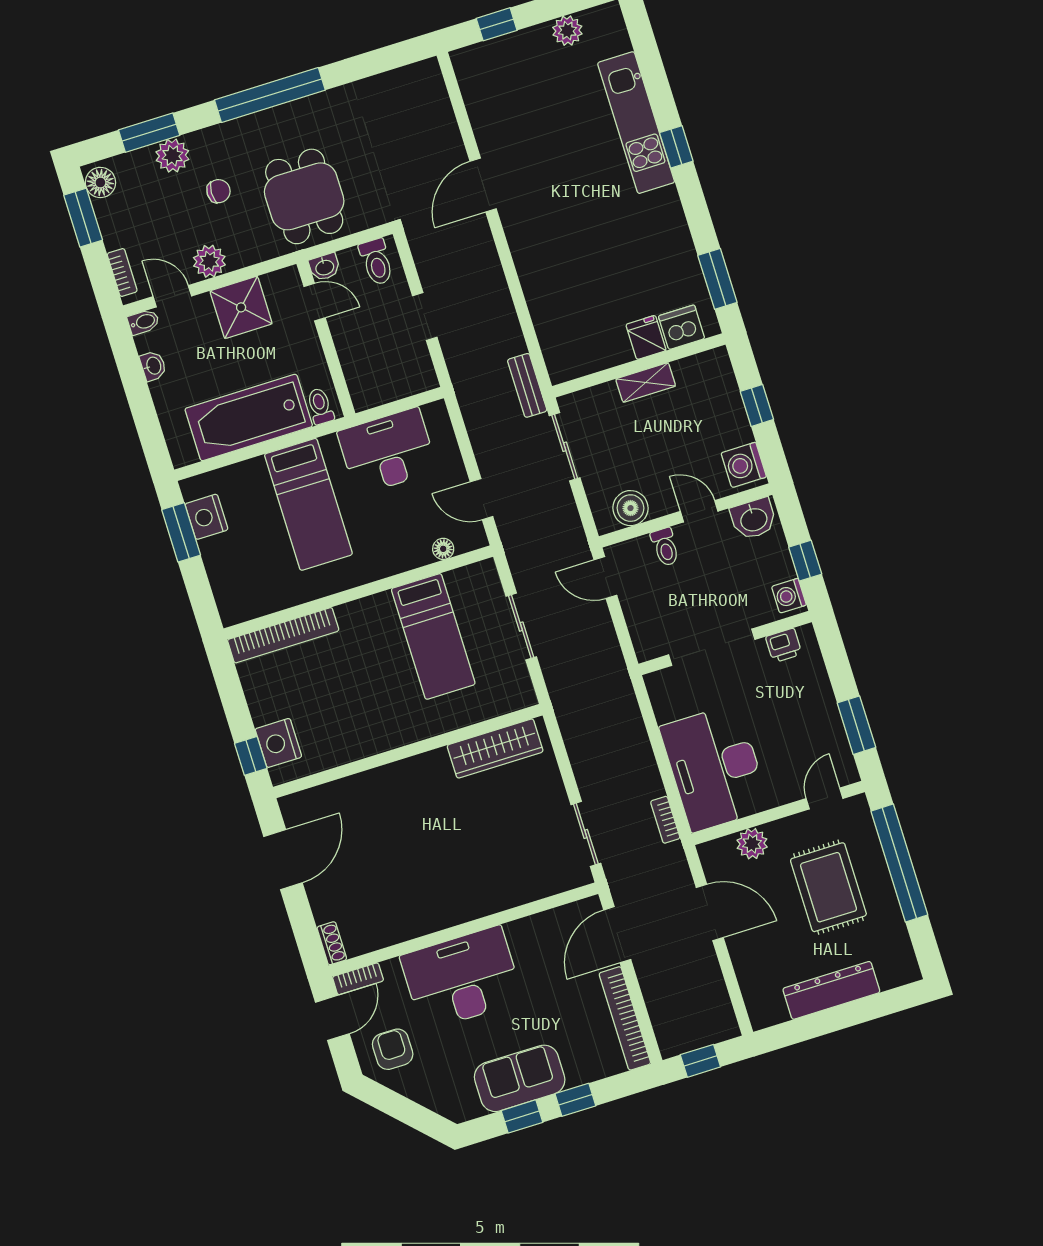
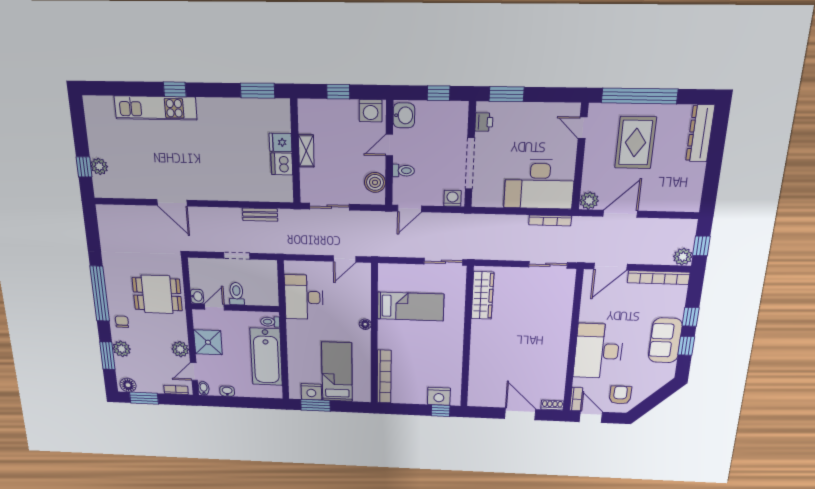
plant: (567, 31) -> (99, 166), moved
chair: (219, 191) -> (122, 322), moved
toilet: (376, 262) -> (236, 294), moved, turned -90
dishwasher: (682, 327) -> (282, 164), moved
bench: (527, 385) -> (260, 215), moved
bed: (308, 504) -> (337, 372), moved, turned -90
floor lamp: (443, 549) -> (365, 324), moved
washing machine: (789, 596) -> (452, 198), moved, turned 180
sliding door: (521, 627) -> (443, 262), moved
window: (856, 725) -> (506, 94), moved
bookcase: (665, 820) -> (550, 220), width x1.56
plant: (752, 844) -> (589, 201), moved
door: (283, 860) -> (520, 414), moved
rug: (828, 887) -> (635, 143), turned 90
door: (617, 935) -> (611, 267), hinge flipped
dresser: (831, 990) -> (700, 133), moved
plant: (673, 1040) -> (683, 257), added
armchair: (393, 1049) -> (620, 395), turned 90

